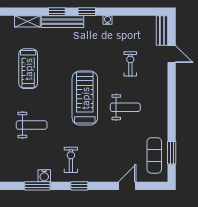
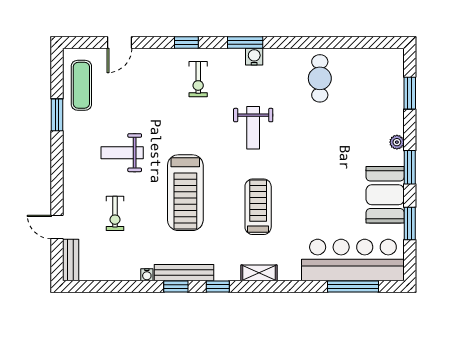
bench: (62, 22) -> (184, 273), moved
treadmill: (85, 98) -> (185, 193), moved
weight bench: (32, 125) -> (253, 128), turned -90
window: (172, 153) -> (57, 115), moved
water cooler: (44, 176) -> (254, 57), moved

